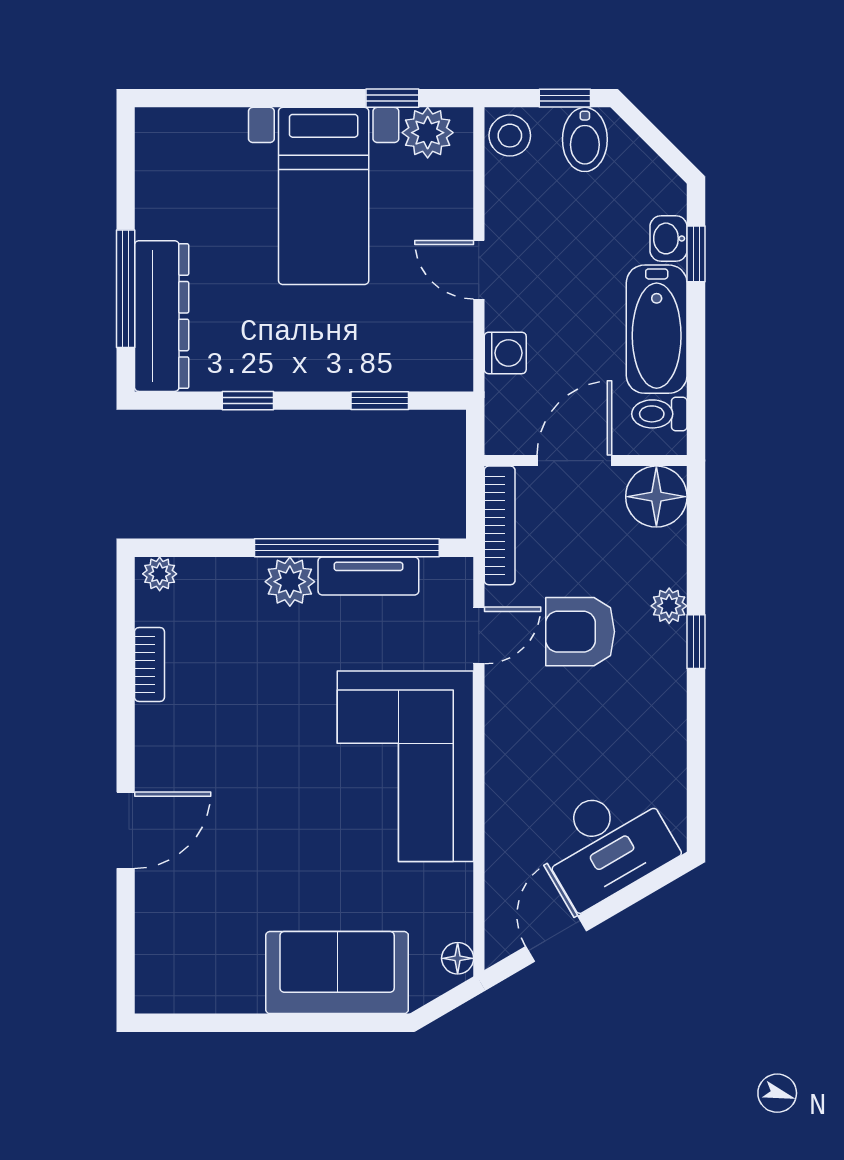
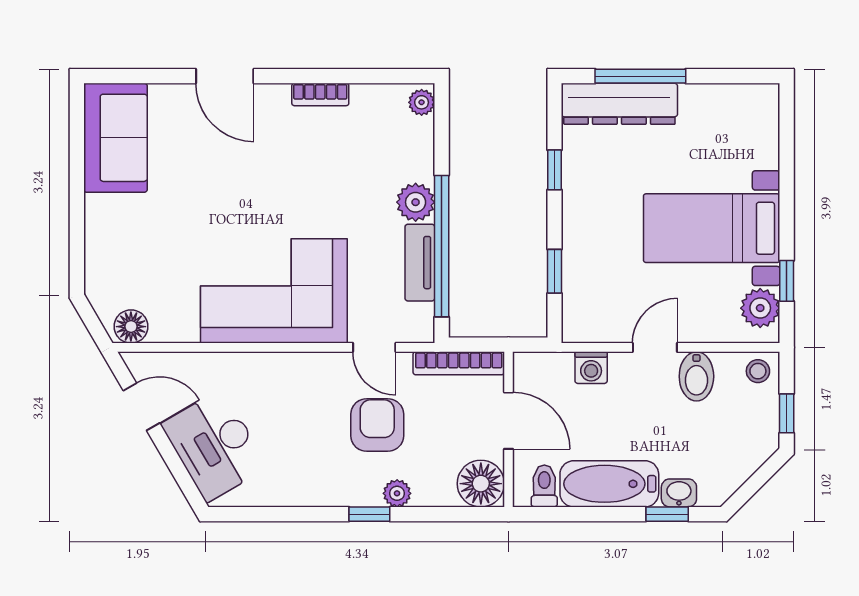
stool: (510, 136) -> (758, 371), width x0.73, depth x0.73
bidet: (585, 139) -> (696, 376), moved, turned -90
bookcase: (149, 664) -> (320, 95), moved
floor lamp: (458, 958) -> (131, 327), width x1.37, depth x1.37
sofa: (337, 973) -> (115, 138), moved

